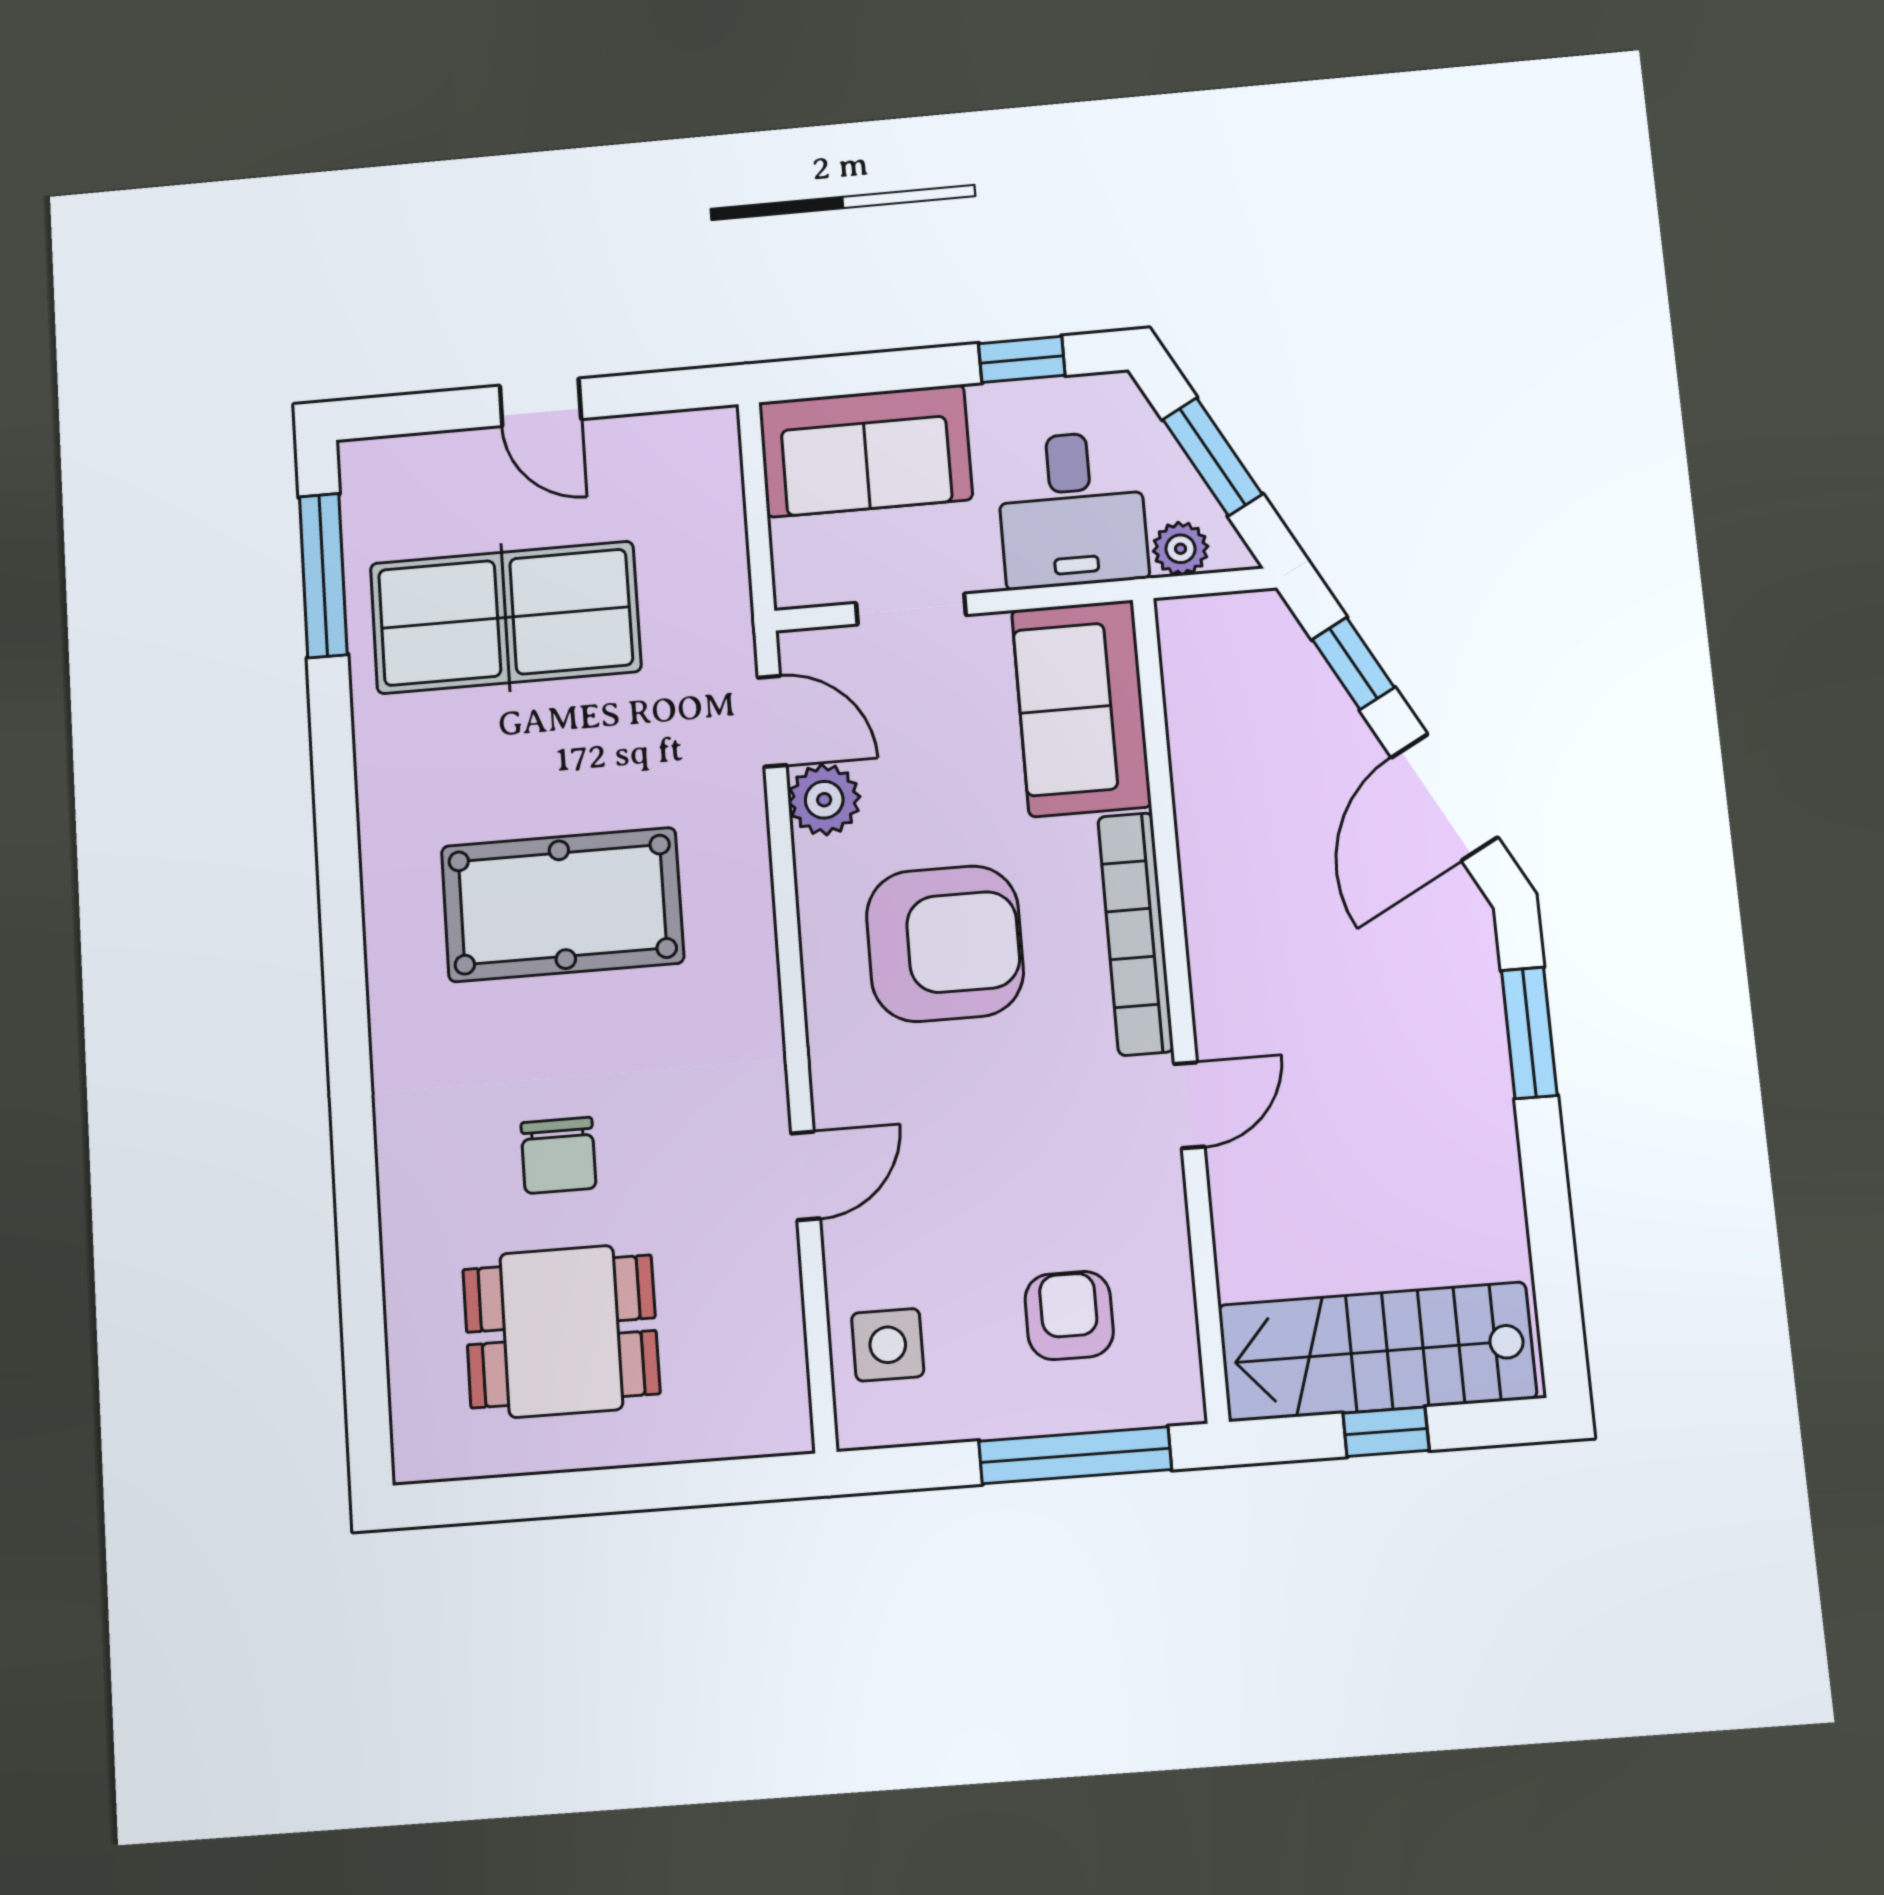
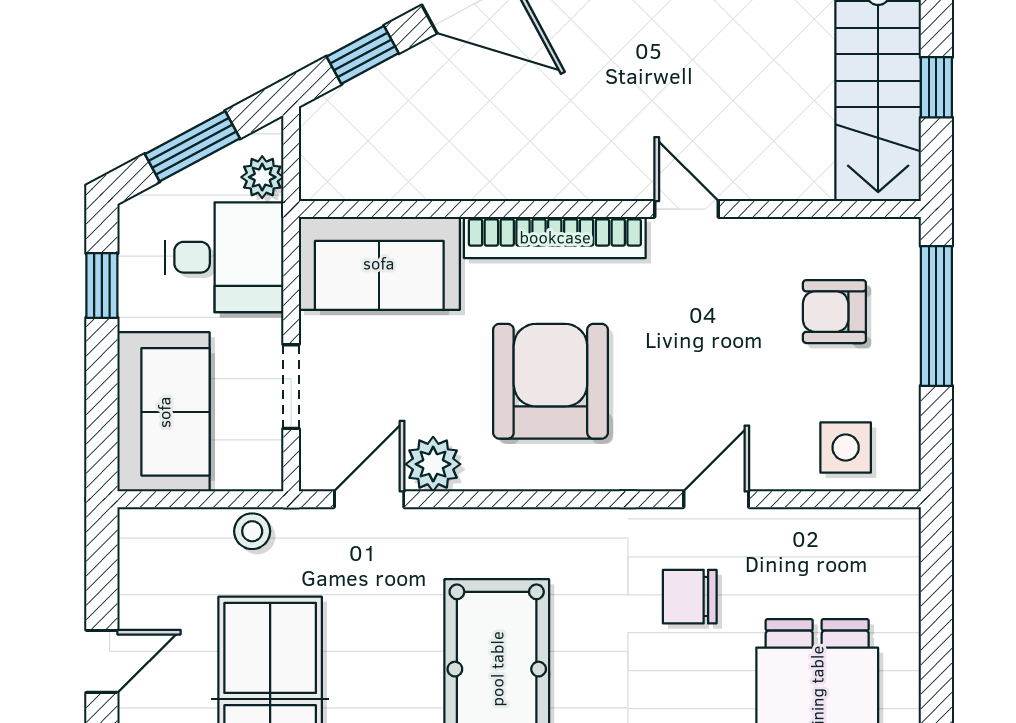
stool: (720, 576) -> (252, 531), added
chair: (558, 1155) -> (690, 597), moved, turned 180
door: (806, 1176) -> (716, 499), hinge flipped

